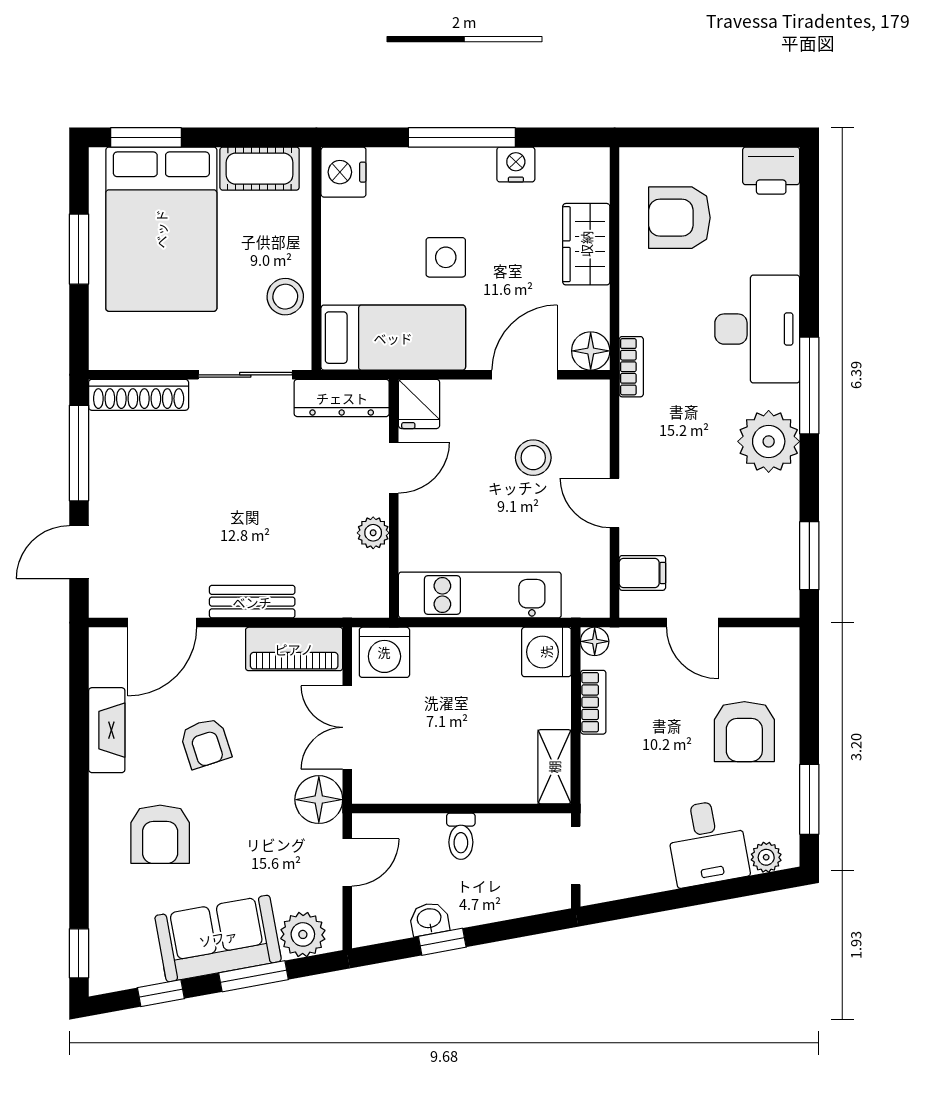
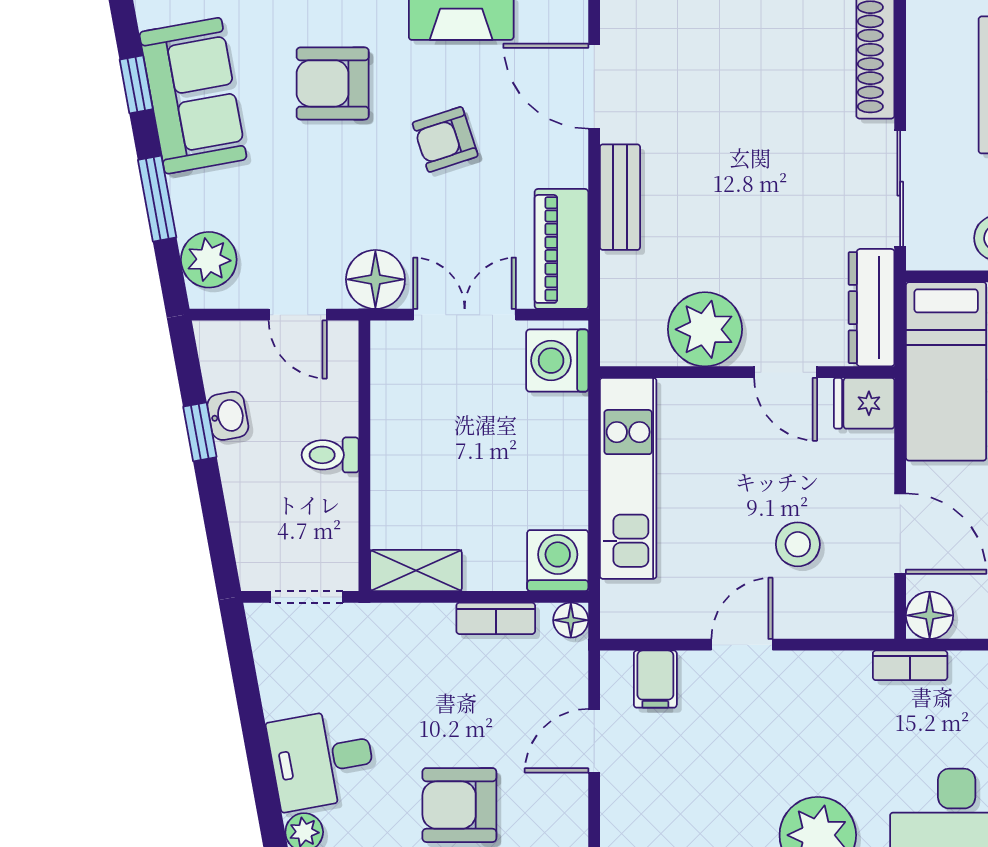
plant: (373, 533) -> (705, 329), width x1.87, depth x1.87
sofa: (218, 938) -> (193, 96), moved

